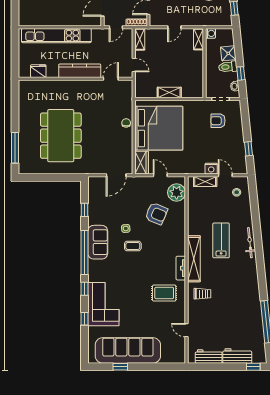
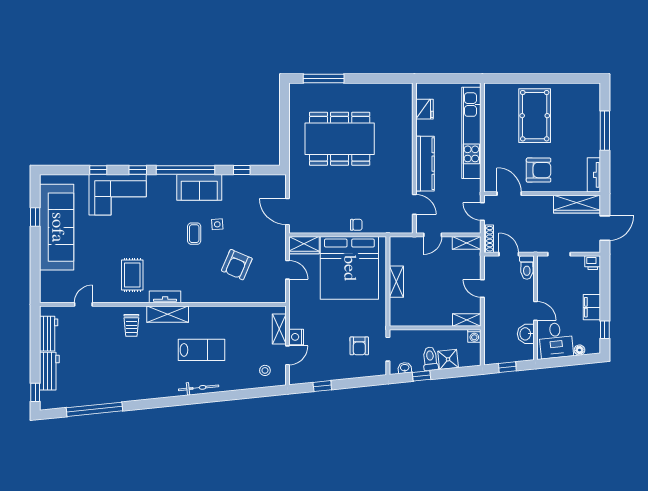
armchair: (218, 121) -> (359, 346), turned 180
door: (160, 175) -> (287, 270), hinge flipped
plant: (177, 193) -> (265, 291), removed
shelving: (194, 259) -> (168, 314), width x0.68

